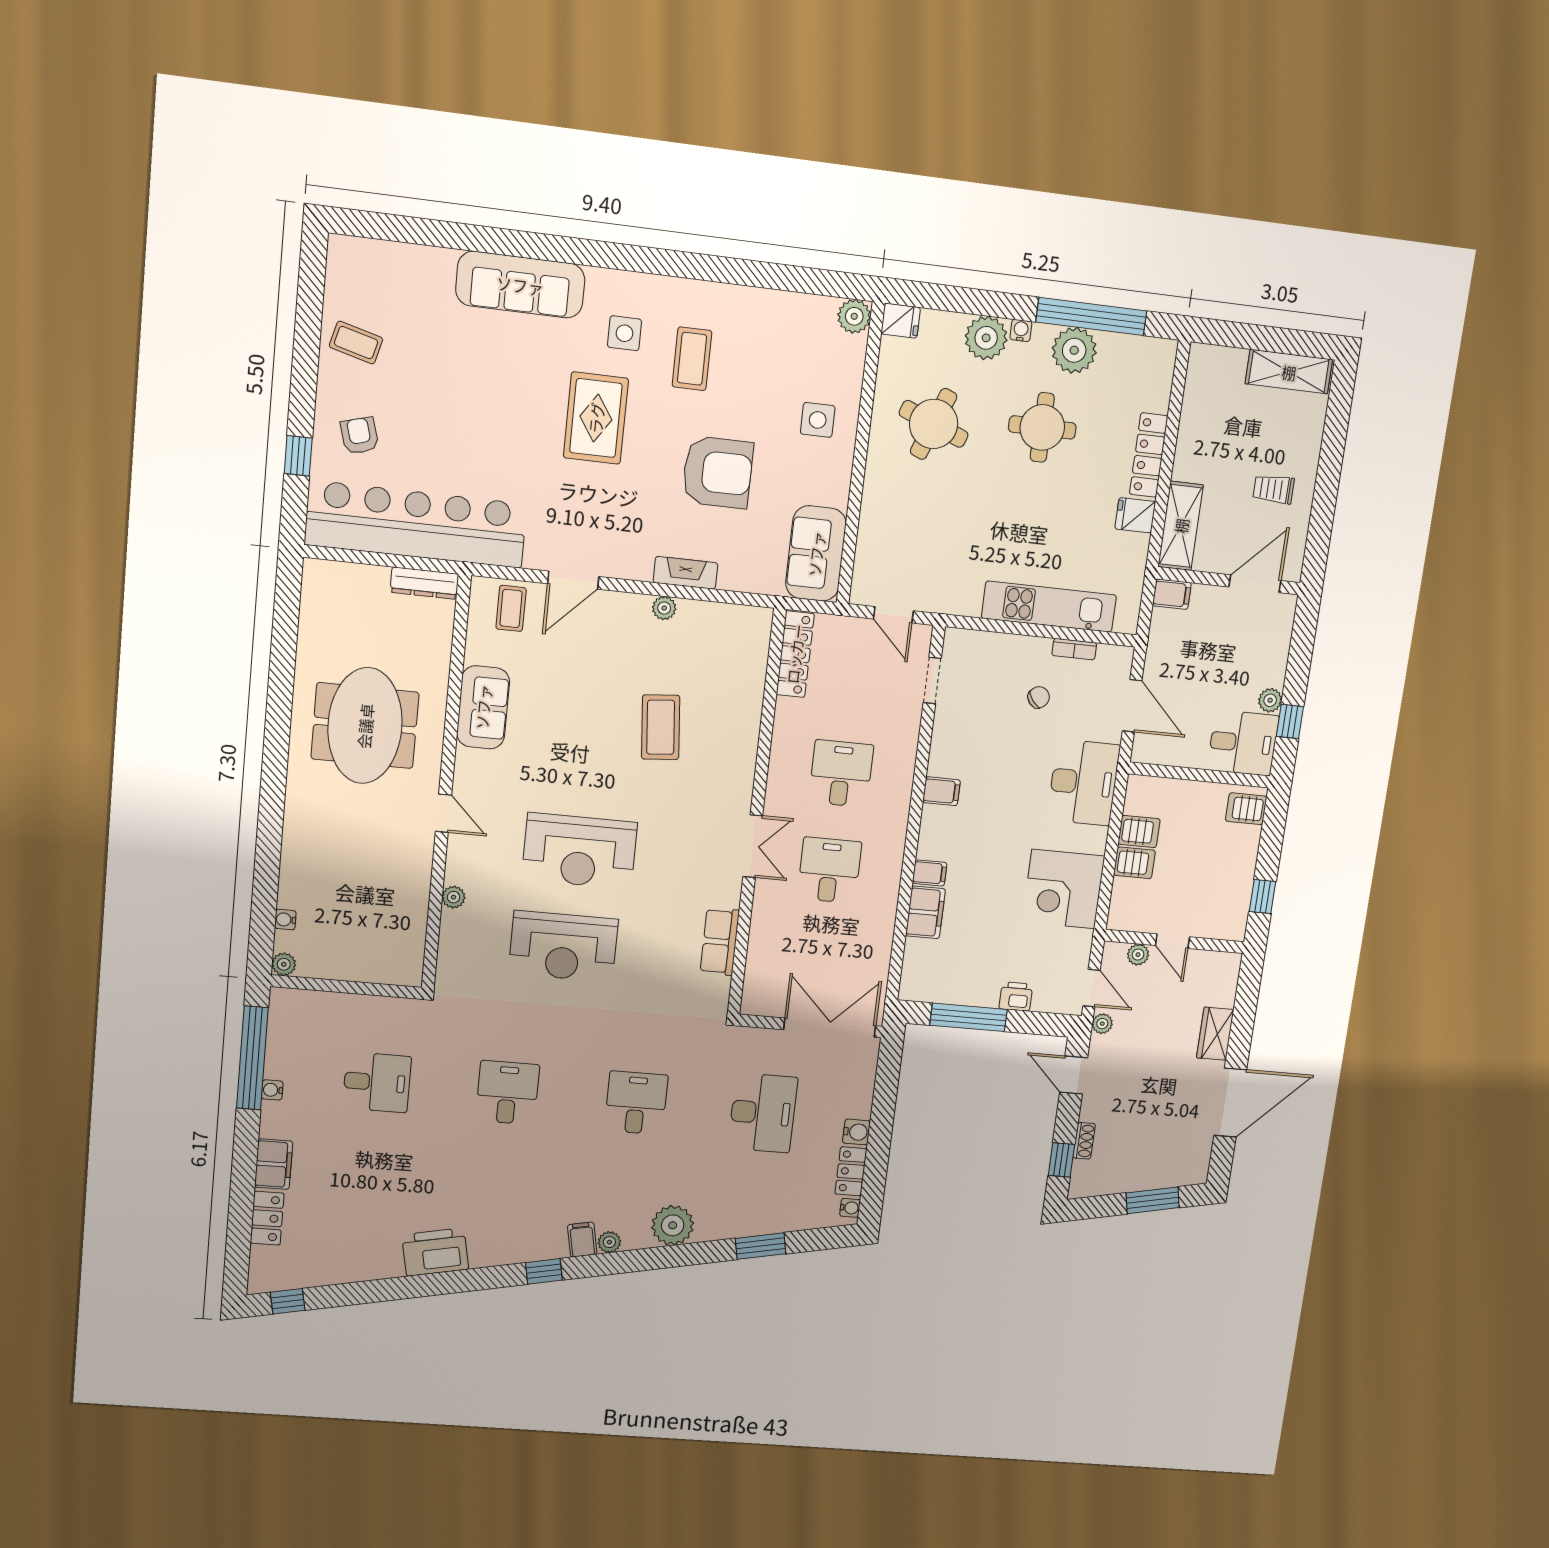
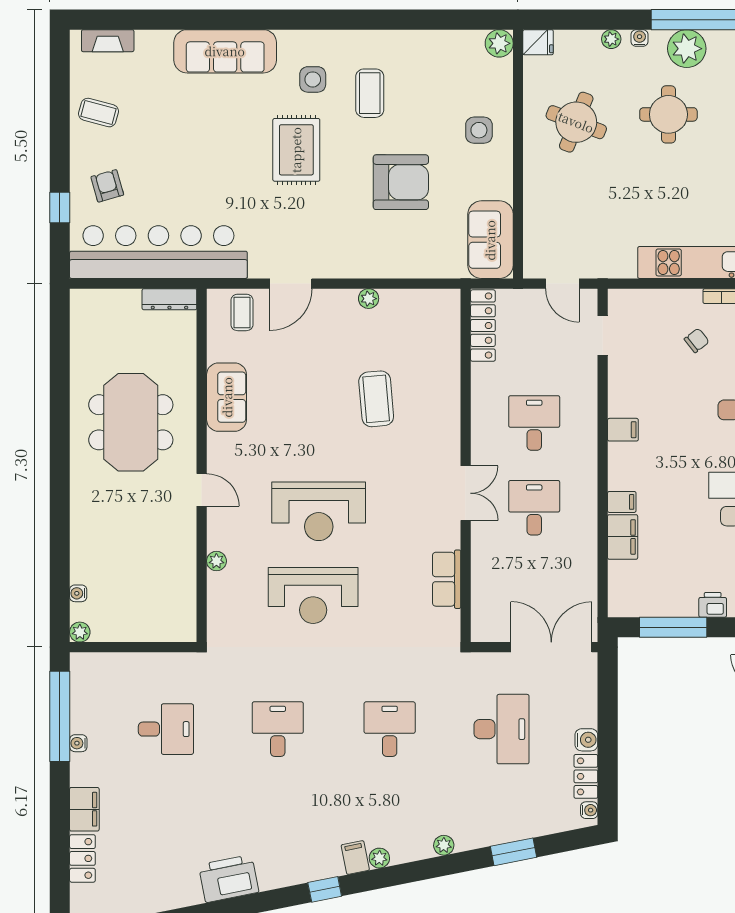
plant: (986, 338) -> (611, 39), width x0.53, depth x0.53
fireplace: (685, 573) -> (108, 41), moved, turned 180
plant: (673, 1225) -> (444, 845), width x0.53, depth x0.53

